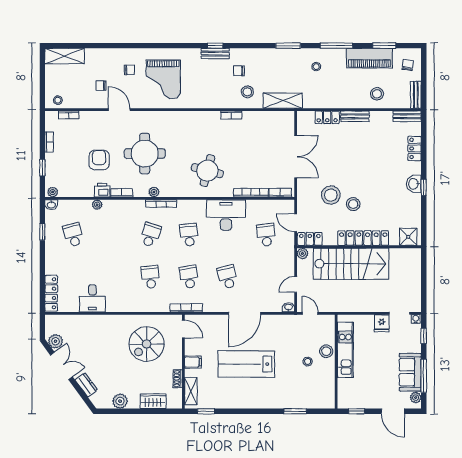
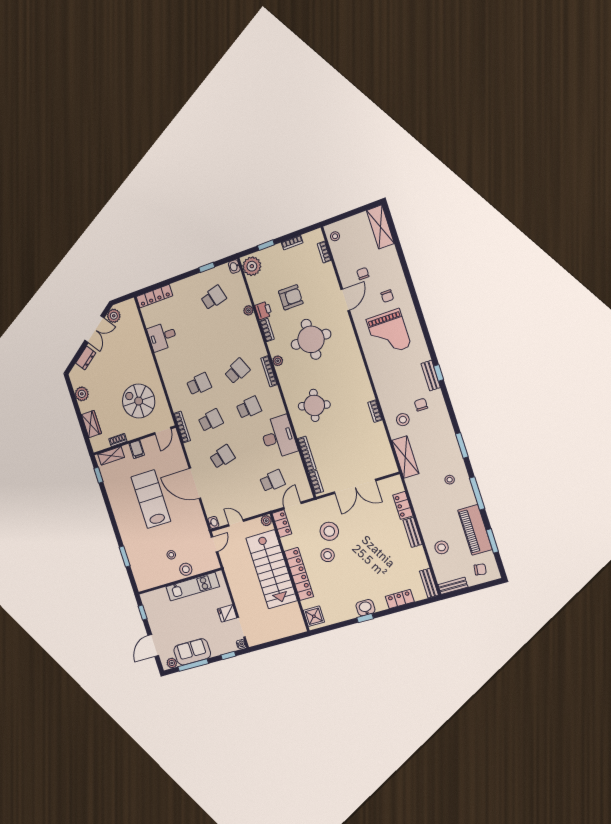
grand piano: (163, 79) -> (389, 333), turned -90
plant: (53, 192) -> (252, 266), width x1.88, depth x1.88
school desk: (150, 235) -> (237, 371), turned -42

